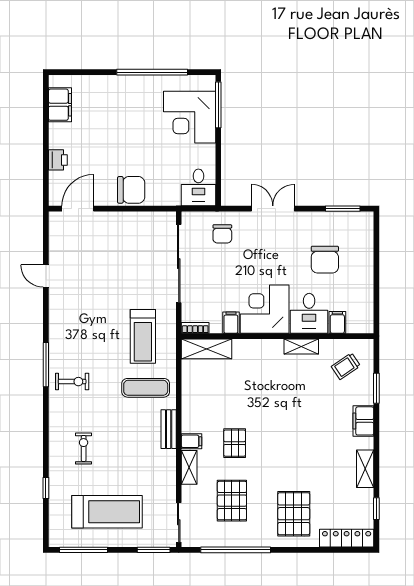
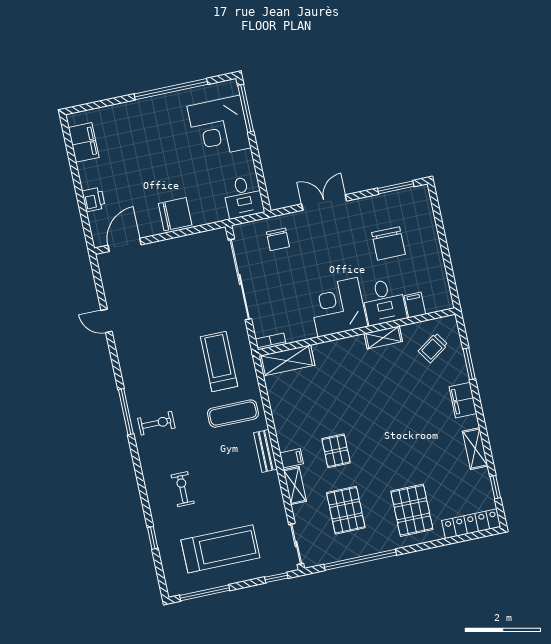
filing cabinet: (231, 323) -> (306, 328), removed
treadmill: (143, 336) -> (219, 362), turned 180
window: (154, 550) -> (276, 578), width x0.67

